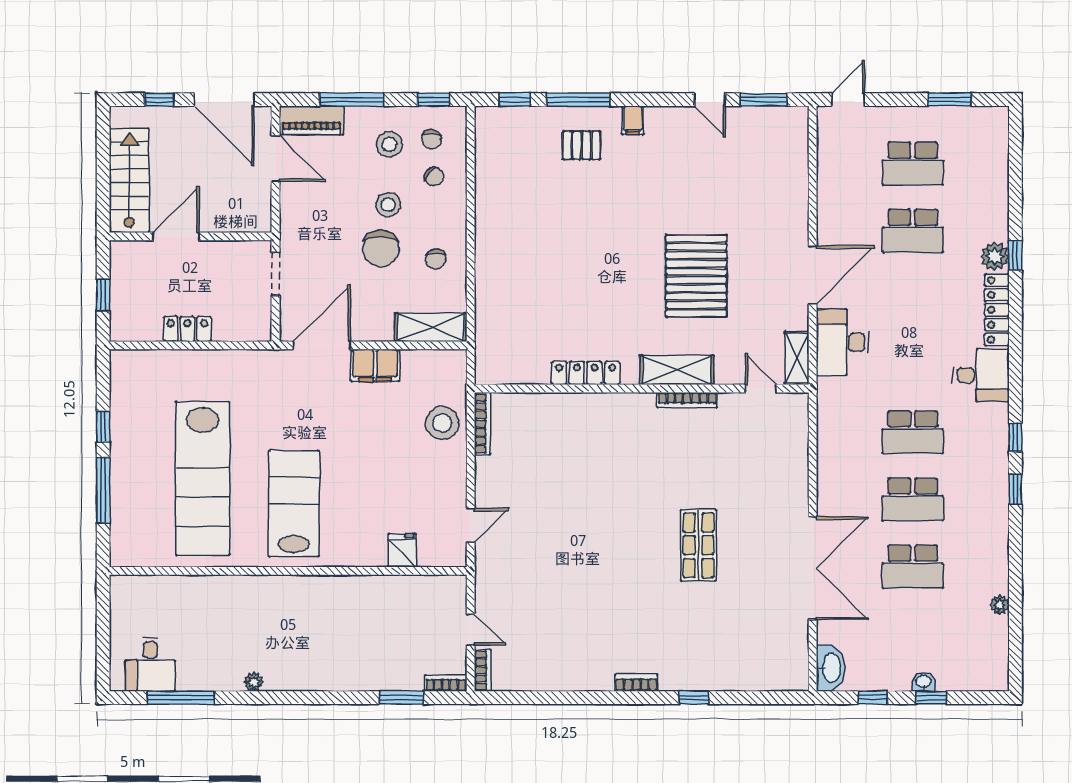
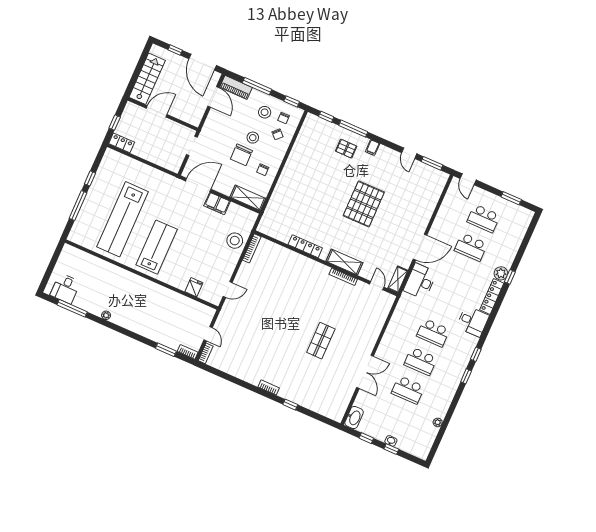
door: (848, 100) -> (468, 179), swing flipped
pallet: (696, 276) -> (364, 204), moved
locker: (187, 329) -> (122, 143), moved
double door: (813, 568) -> (365, 372), width x0.73

